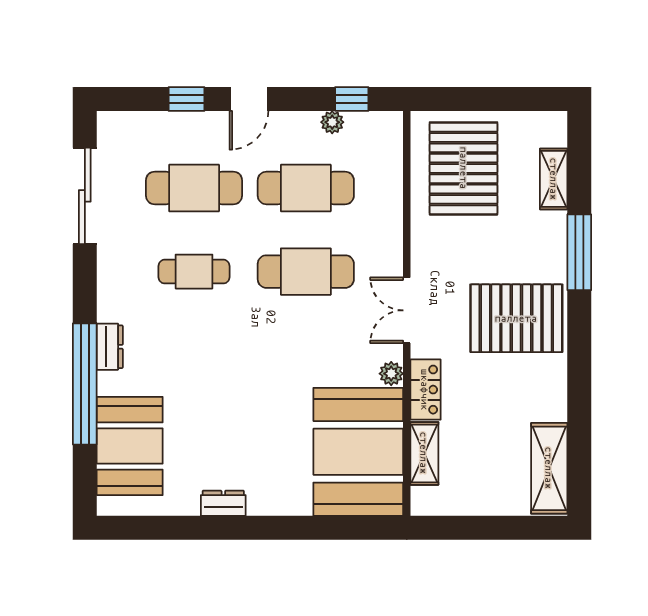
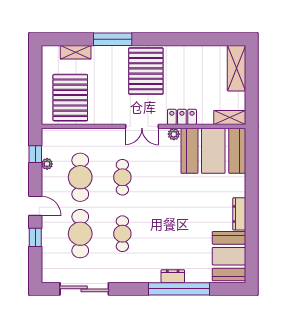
pallet: (464, 168) -> (70, 98), turned 90
cafe table: (306, 272) -> (122, 177), width x0.73, depth x0.74
dresser: (110, 347) -> (173, 276), moved
booth: (130, 446) -> (229, 256), moved, turned 90
shelving: (424, 453) -> (230, 117), moved
shelving: (549, 468) -> (236, 68), moved, turned 90
dresser: (223, 503) -> (239, 214), width x1.44

